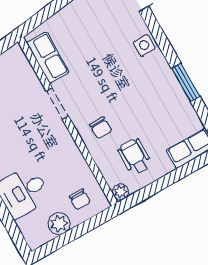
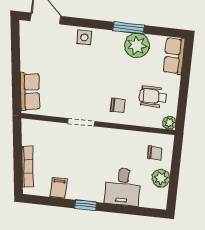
row of seats: (48, 57) -> (30, 92), moved, turned 83
plant: (174, 104) -> (137, 45), added

